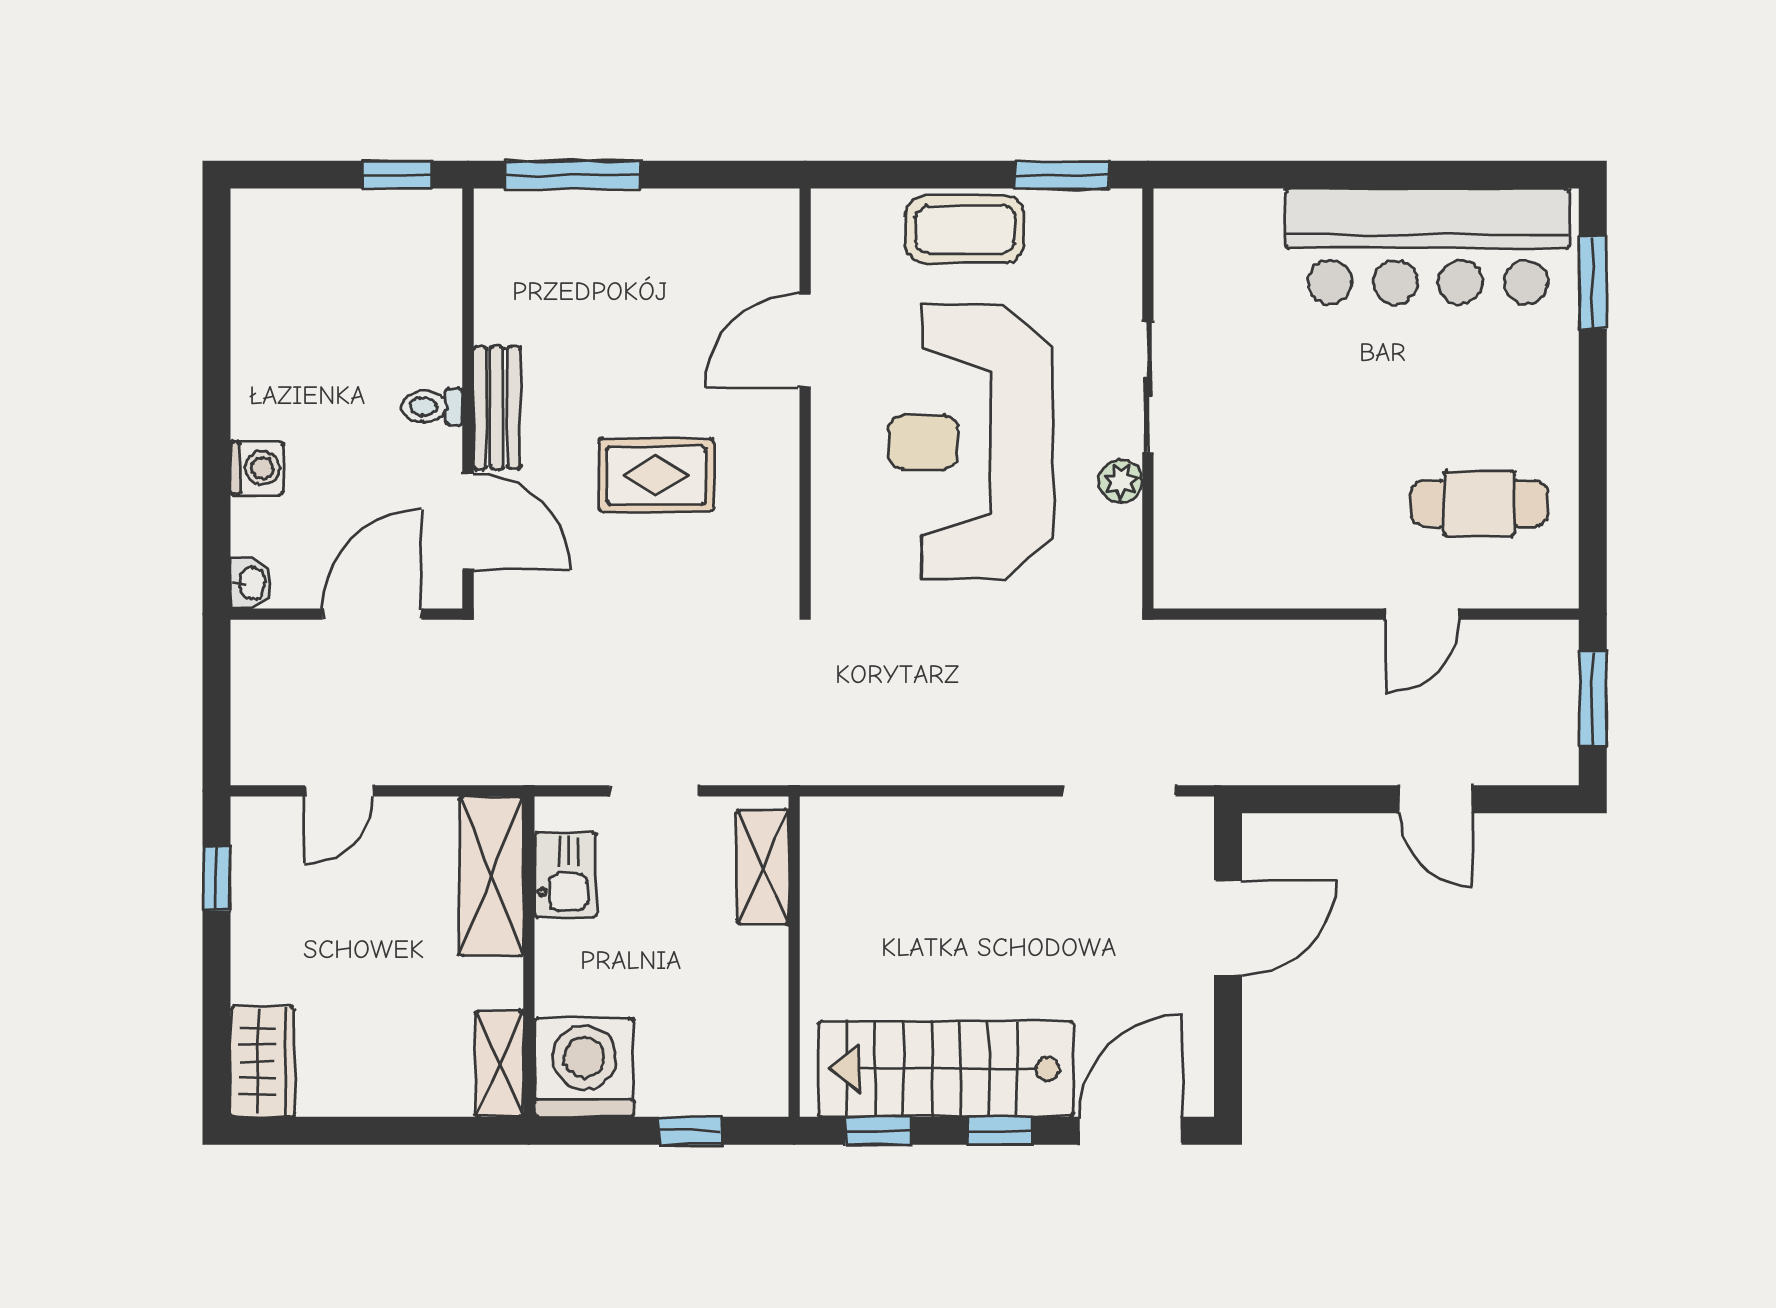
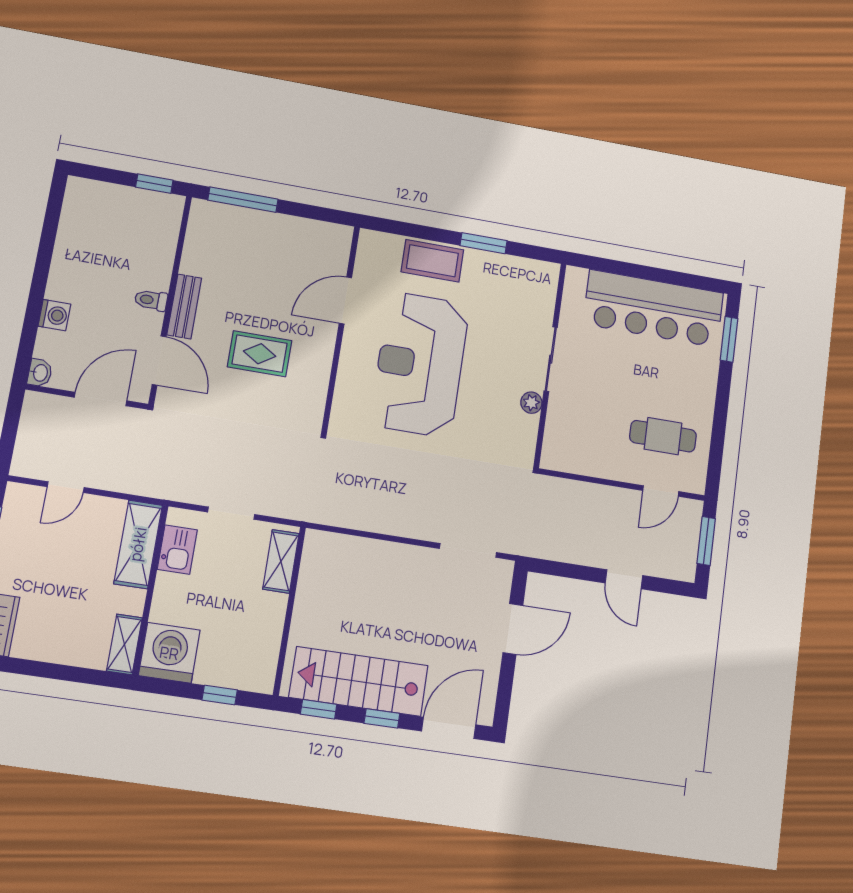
sliding door: (1148, 387) -> (551, 359), moved
wall: (1148, 398) -> (550, 365), moved
plant: (1121, 481) -> (531, 403), moved
door: (1423, 614) -> (661, 491), moved

